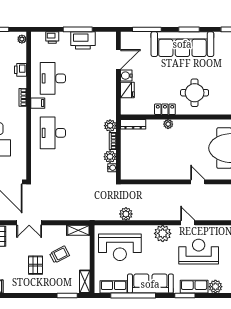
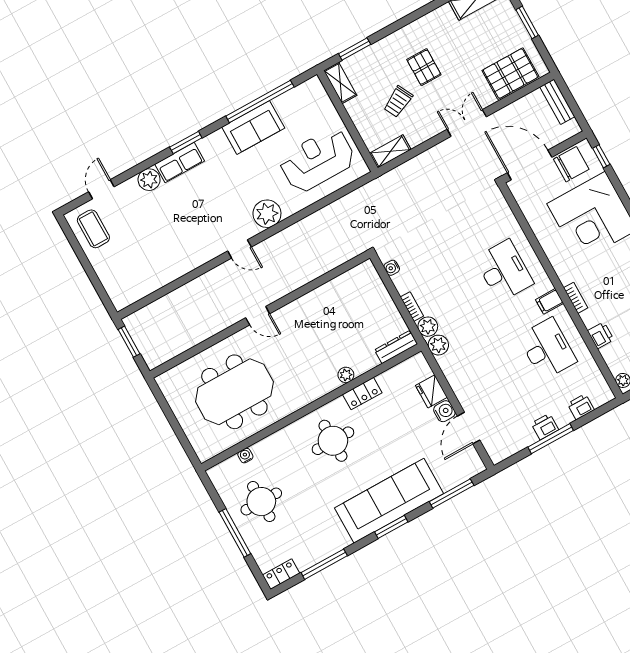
printer: (83, 40) -> (545, 427), width x0.53, depth x0.68
plant: (110, 157) -> (438, 345), moved
plant: (126, 214) -> (335, 213), removed
reception desk: (199, 252) -> (201, 216), removed
sofa: (150, 284) -> (253, 127), width x0.73
row of seats: (114, 287) -> (295, 98), removed

